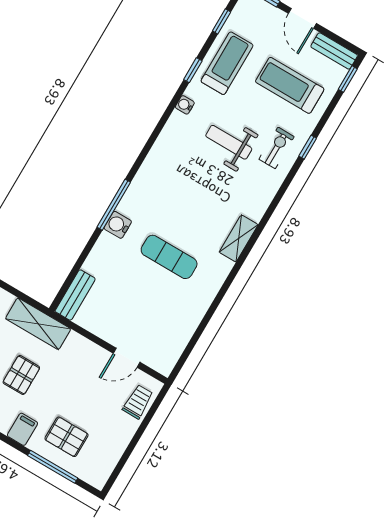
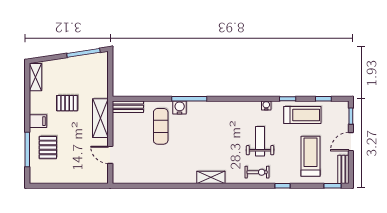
exercise bike: (277, 148) -> (257, 172), moved
exercise mat: (169, 257) -> (161, 126), moved
shelving: (38, 324) -> (100, 118), moved
trolley: (138, 402) -> (90, 175), removed

